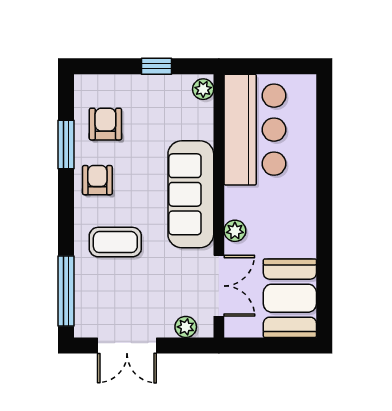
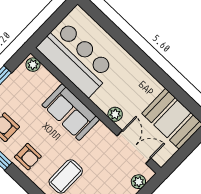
armchair: (97, 180) -> (28, 157), turned 180
sofa: (191, 194) -> (71, 112), width x0.73

